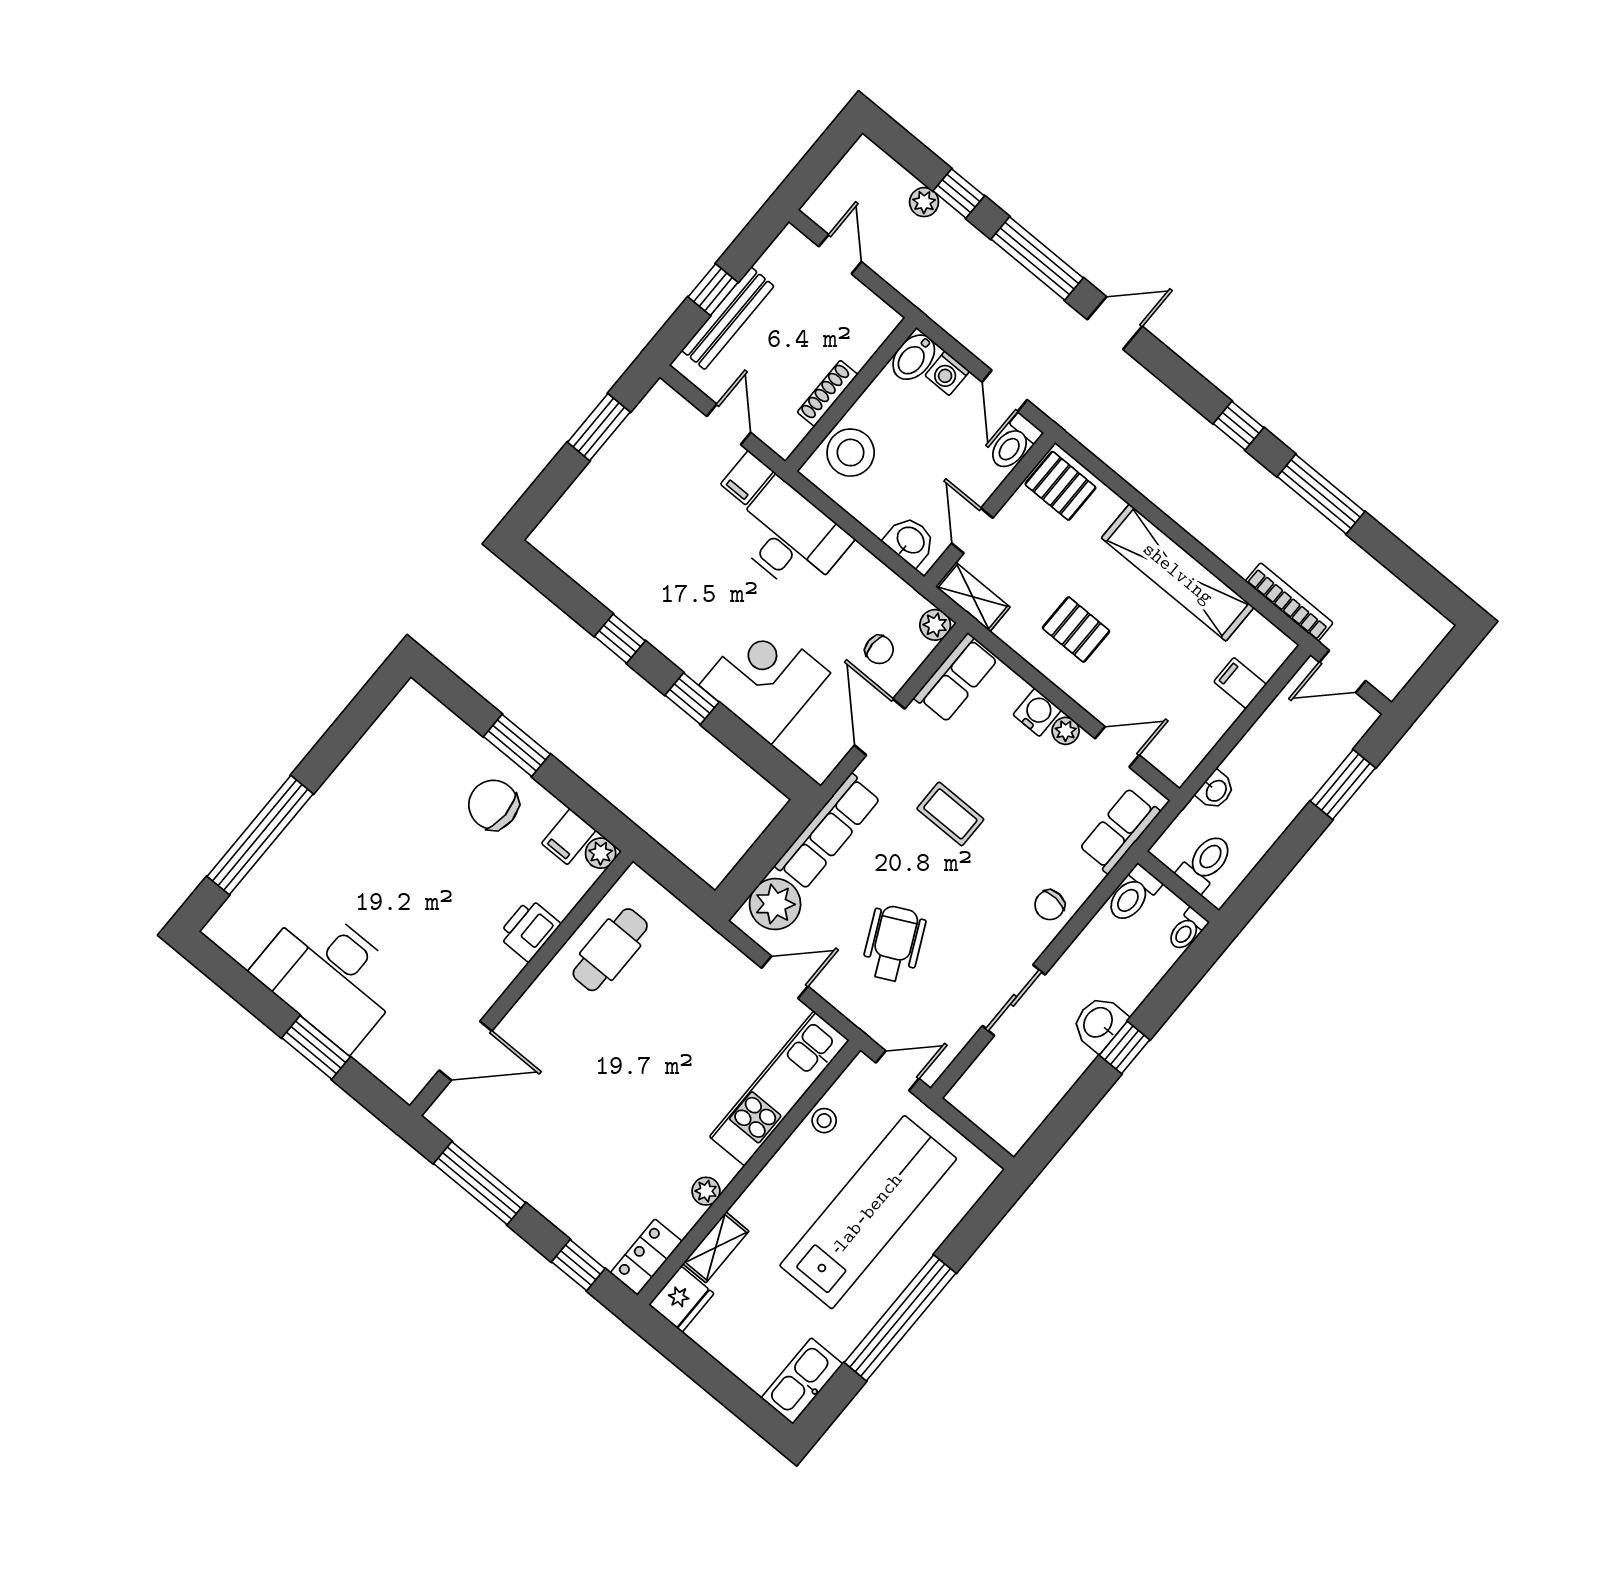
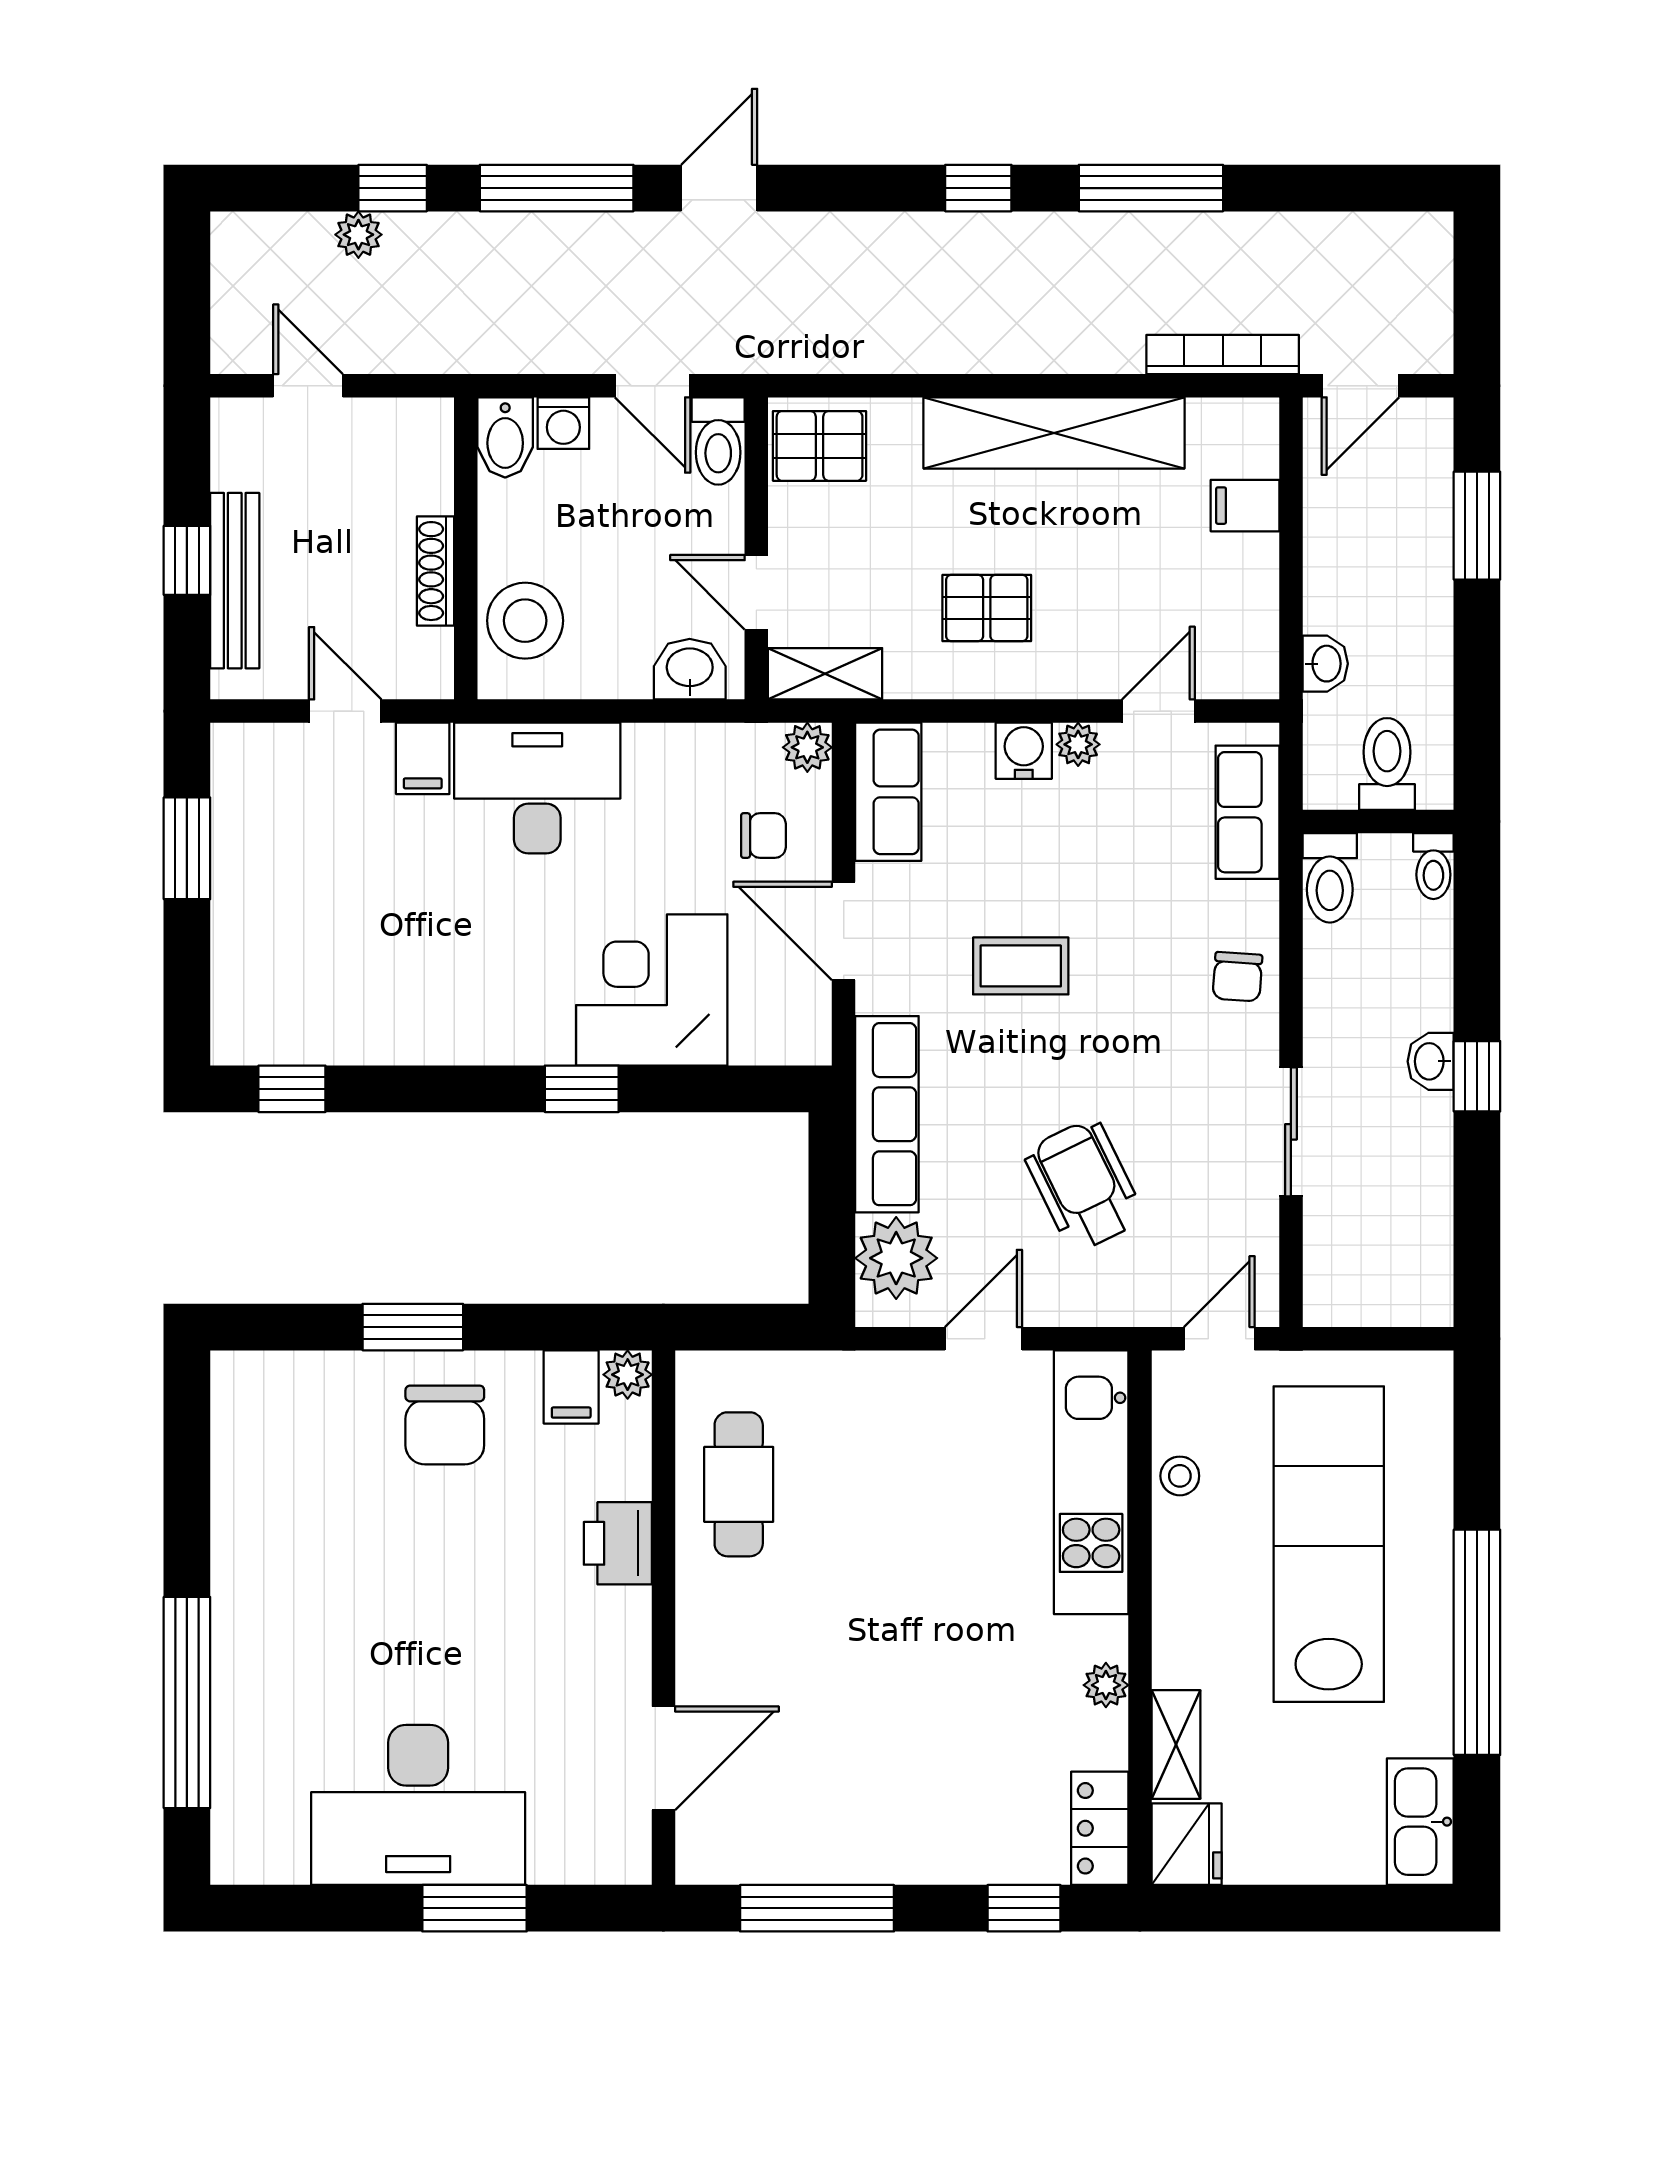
window: (620, 639) -> (292, 1089), moved
chair: (493, 805) -> (445, 1425), turned -90
washbasin: (1099, 1023) -> (1431, 1061), width x0.72, depth x0.69

